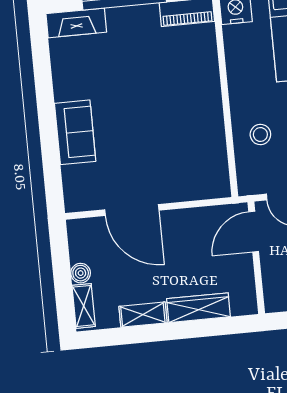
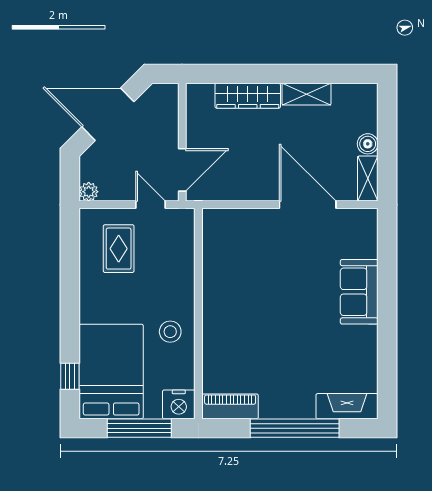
stool: (260, 134) -> (170, 332), moved
shelving: (84, 306) -> (368, 179), moved

